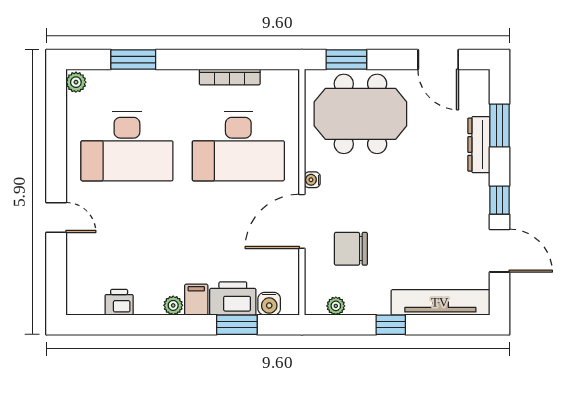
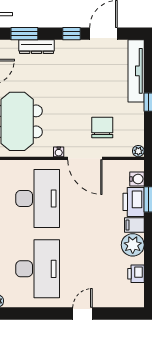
chair: (351, 249) -> (102, 127), turned 180
plant: (173, 305) -> (133, 245), width x1.87, depth x1.87
plant: (336, 306) -> (138, 151), moved

